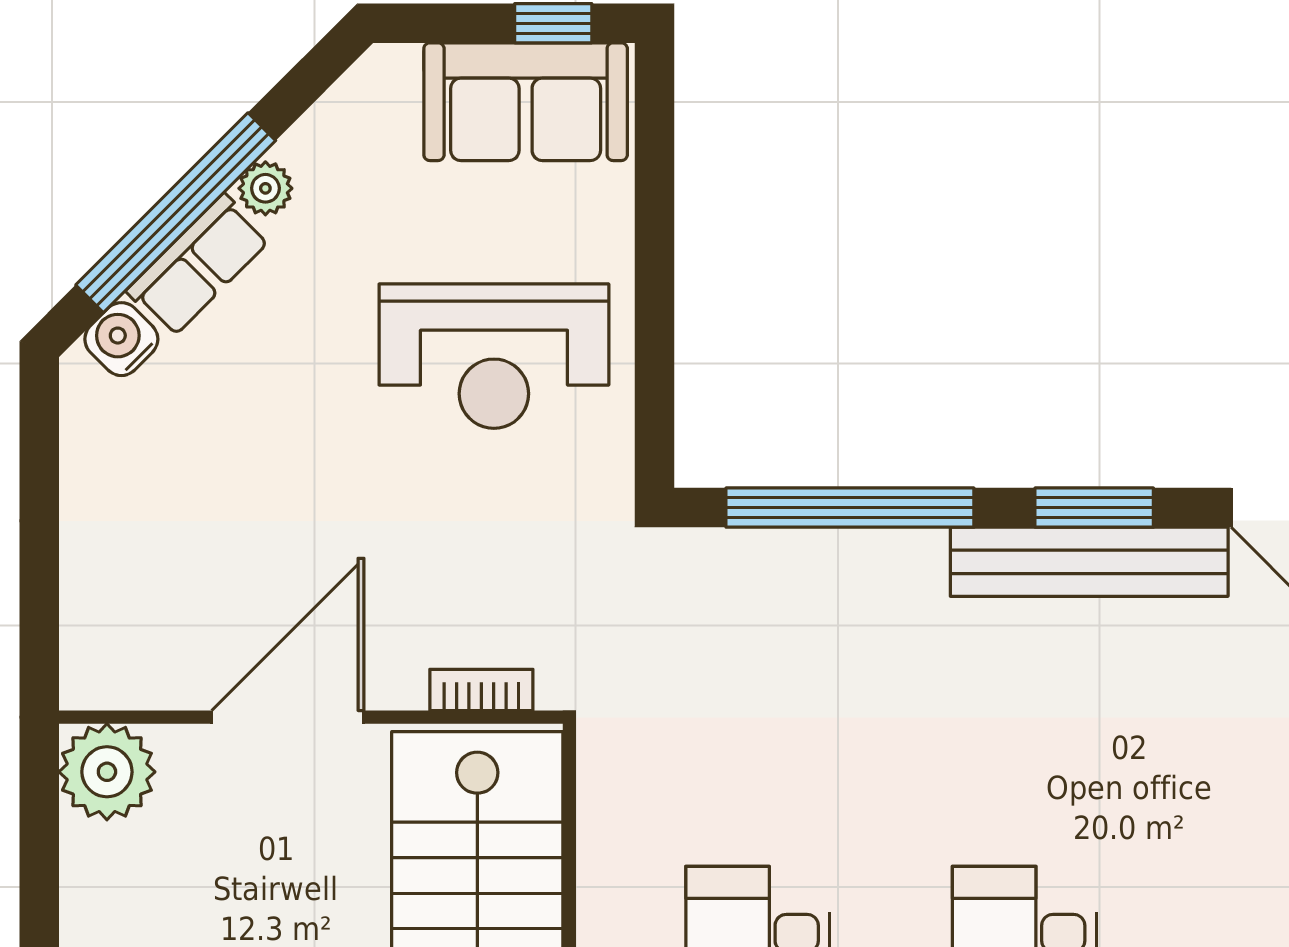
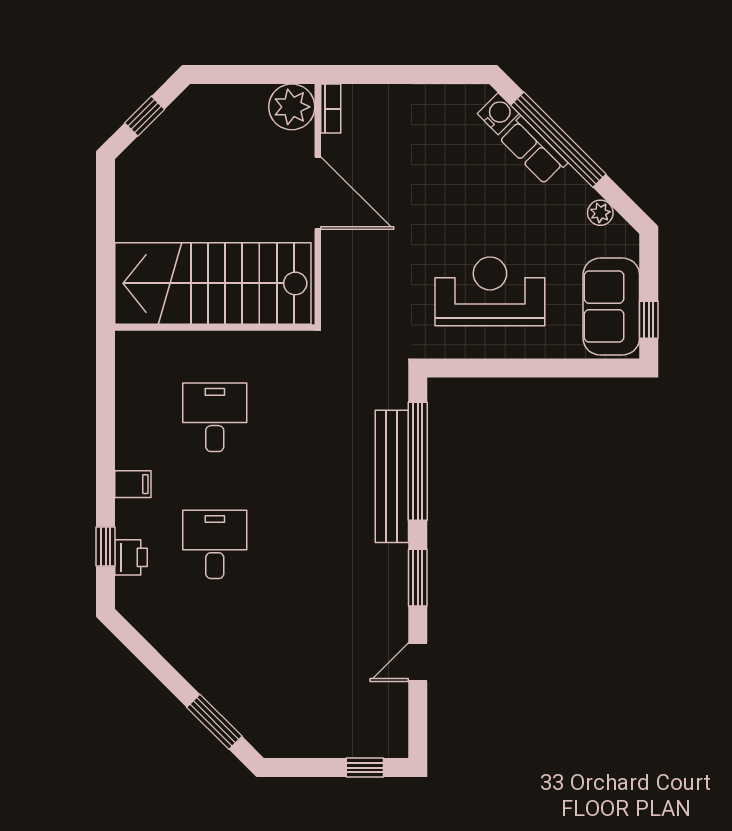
plant: (265, 188) -> (600, 213), moved
reception desk: (494, 356) -> (490, 291), turned 90
bench: (1089, 562) -> (392, 476), moved
bookcase: (481, 690) -> (331, 109), moved

